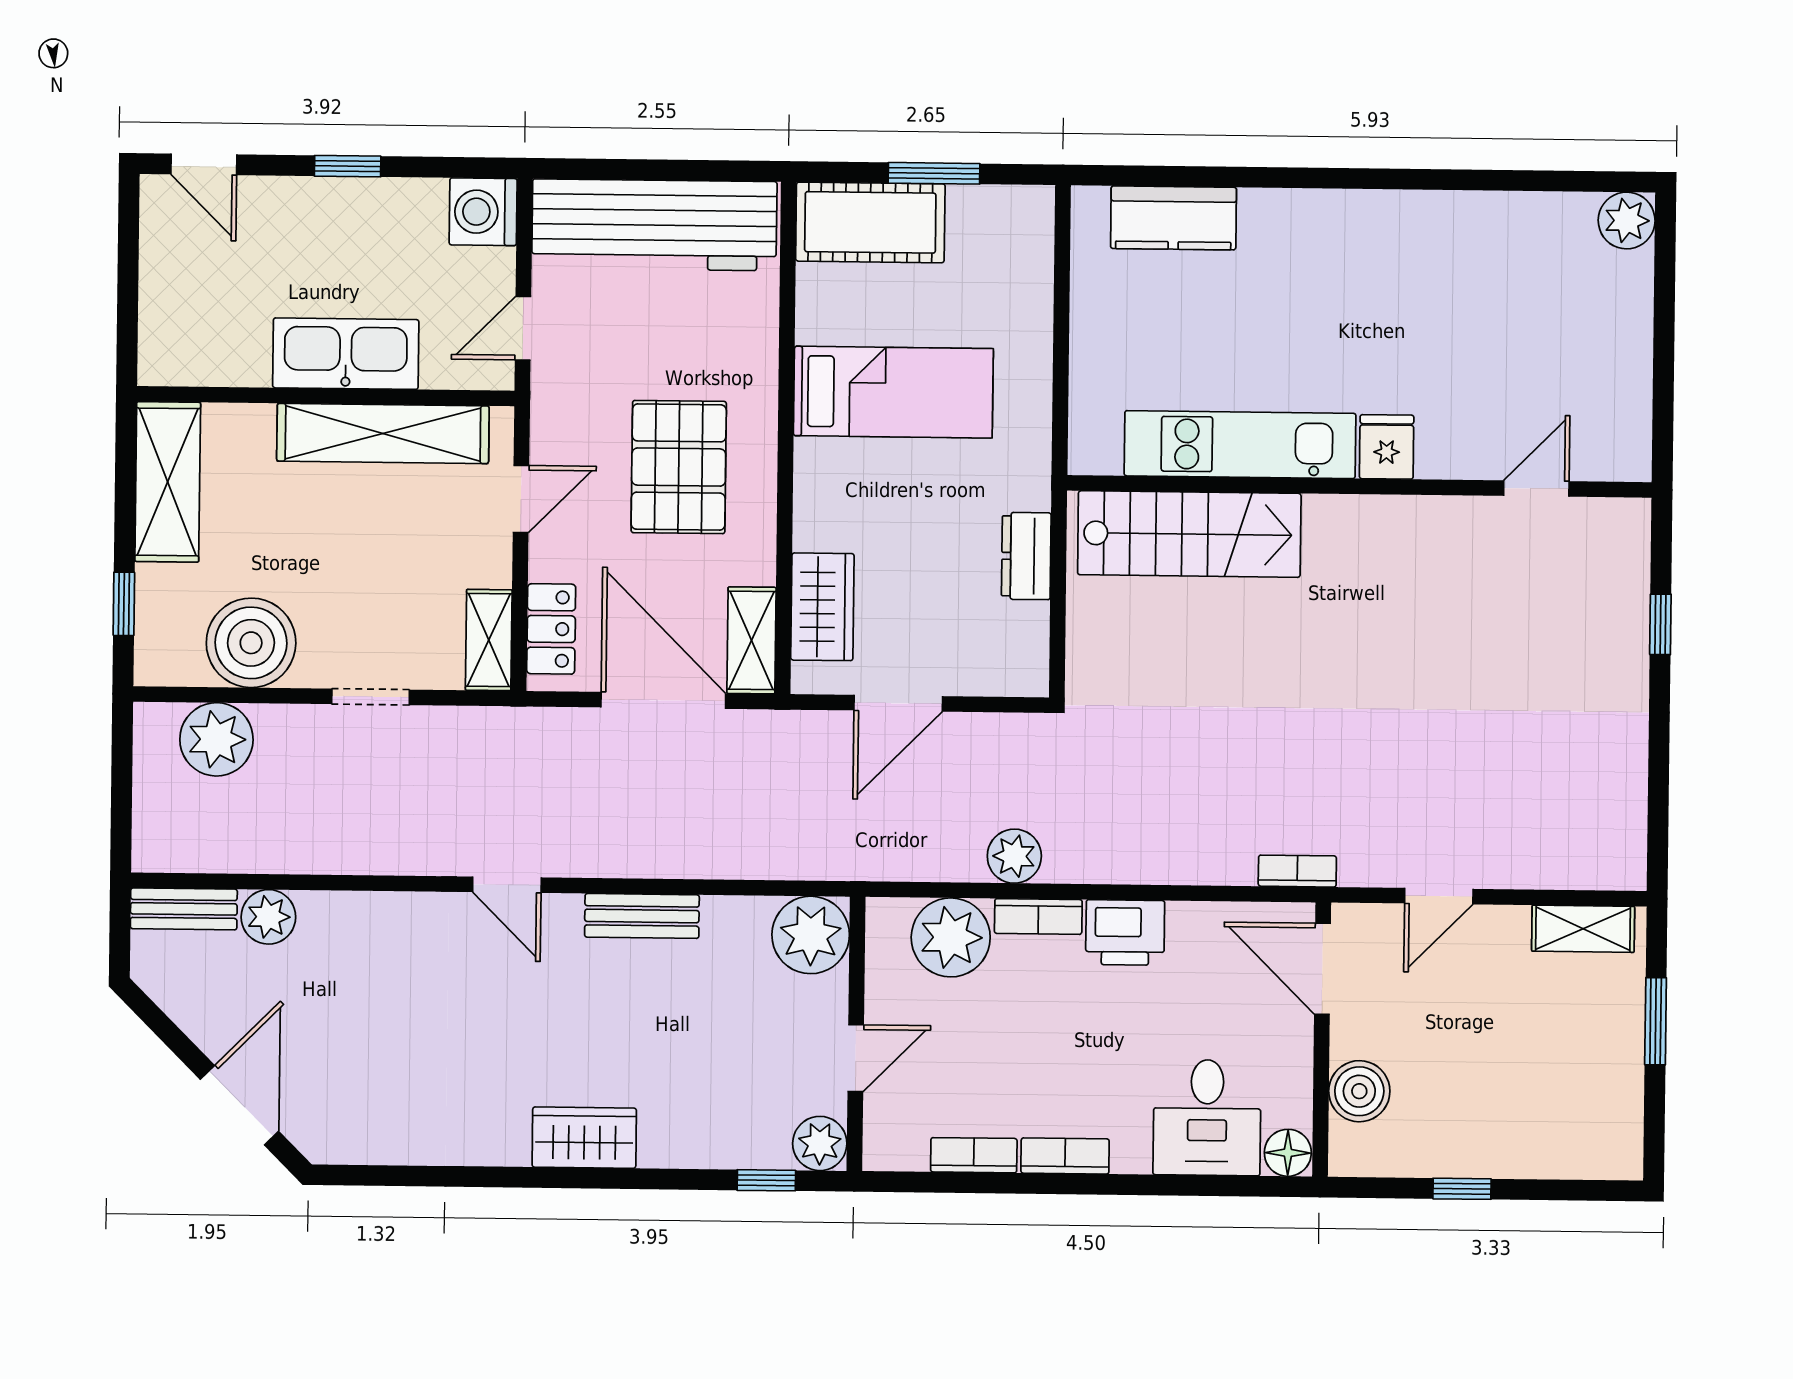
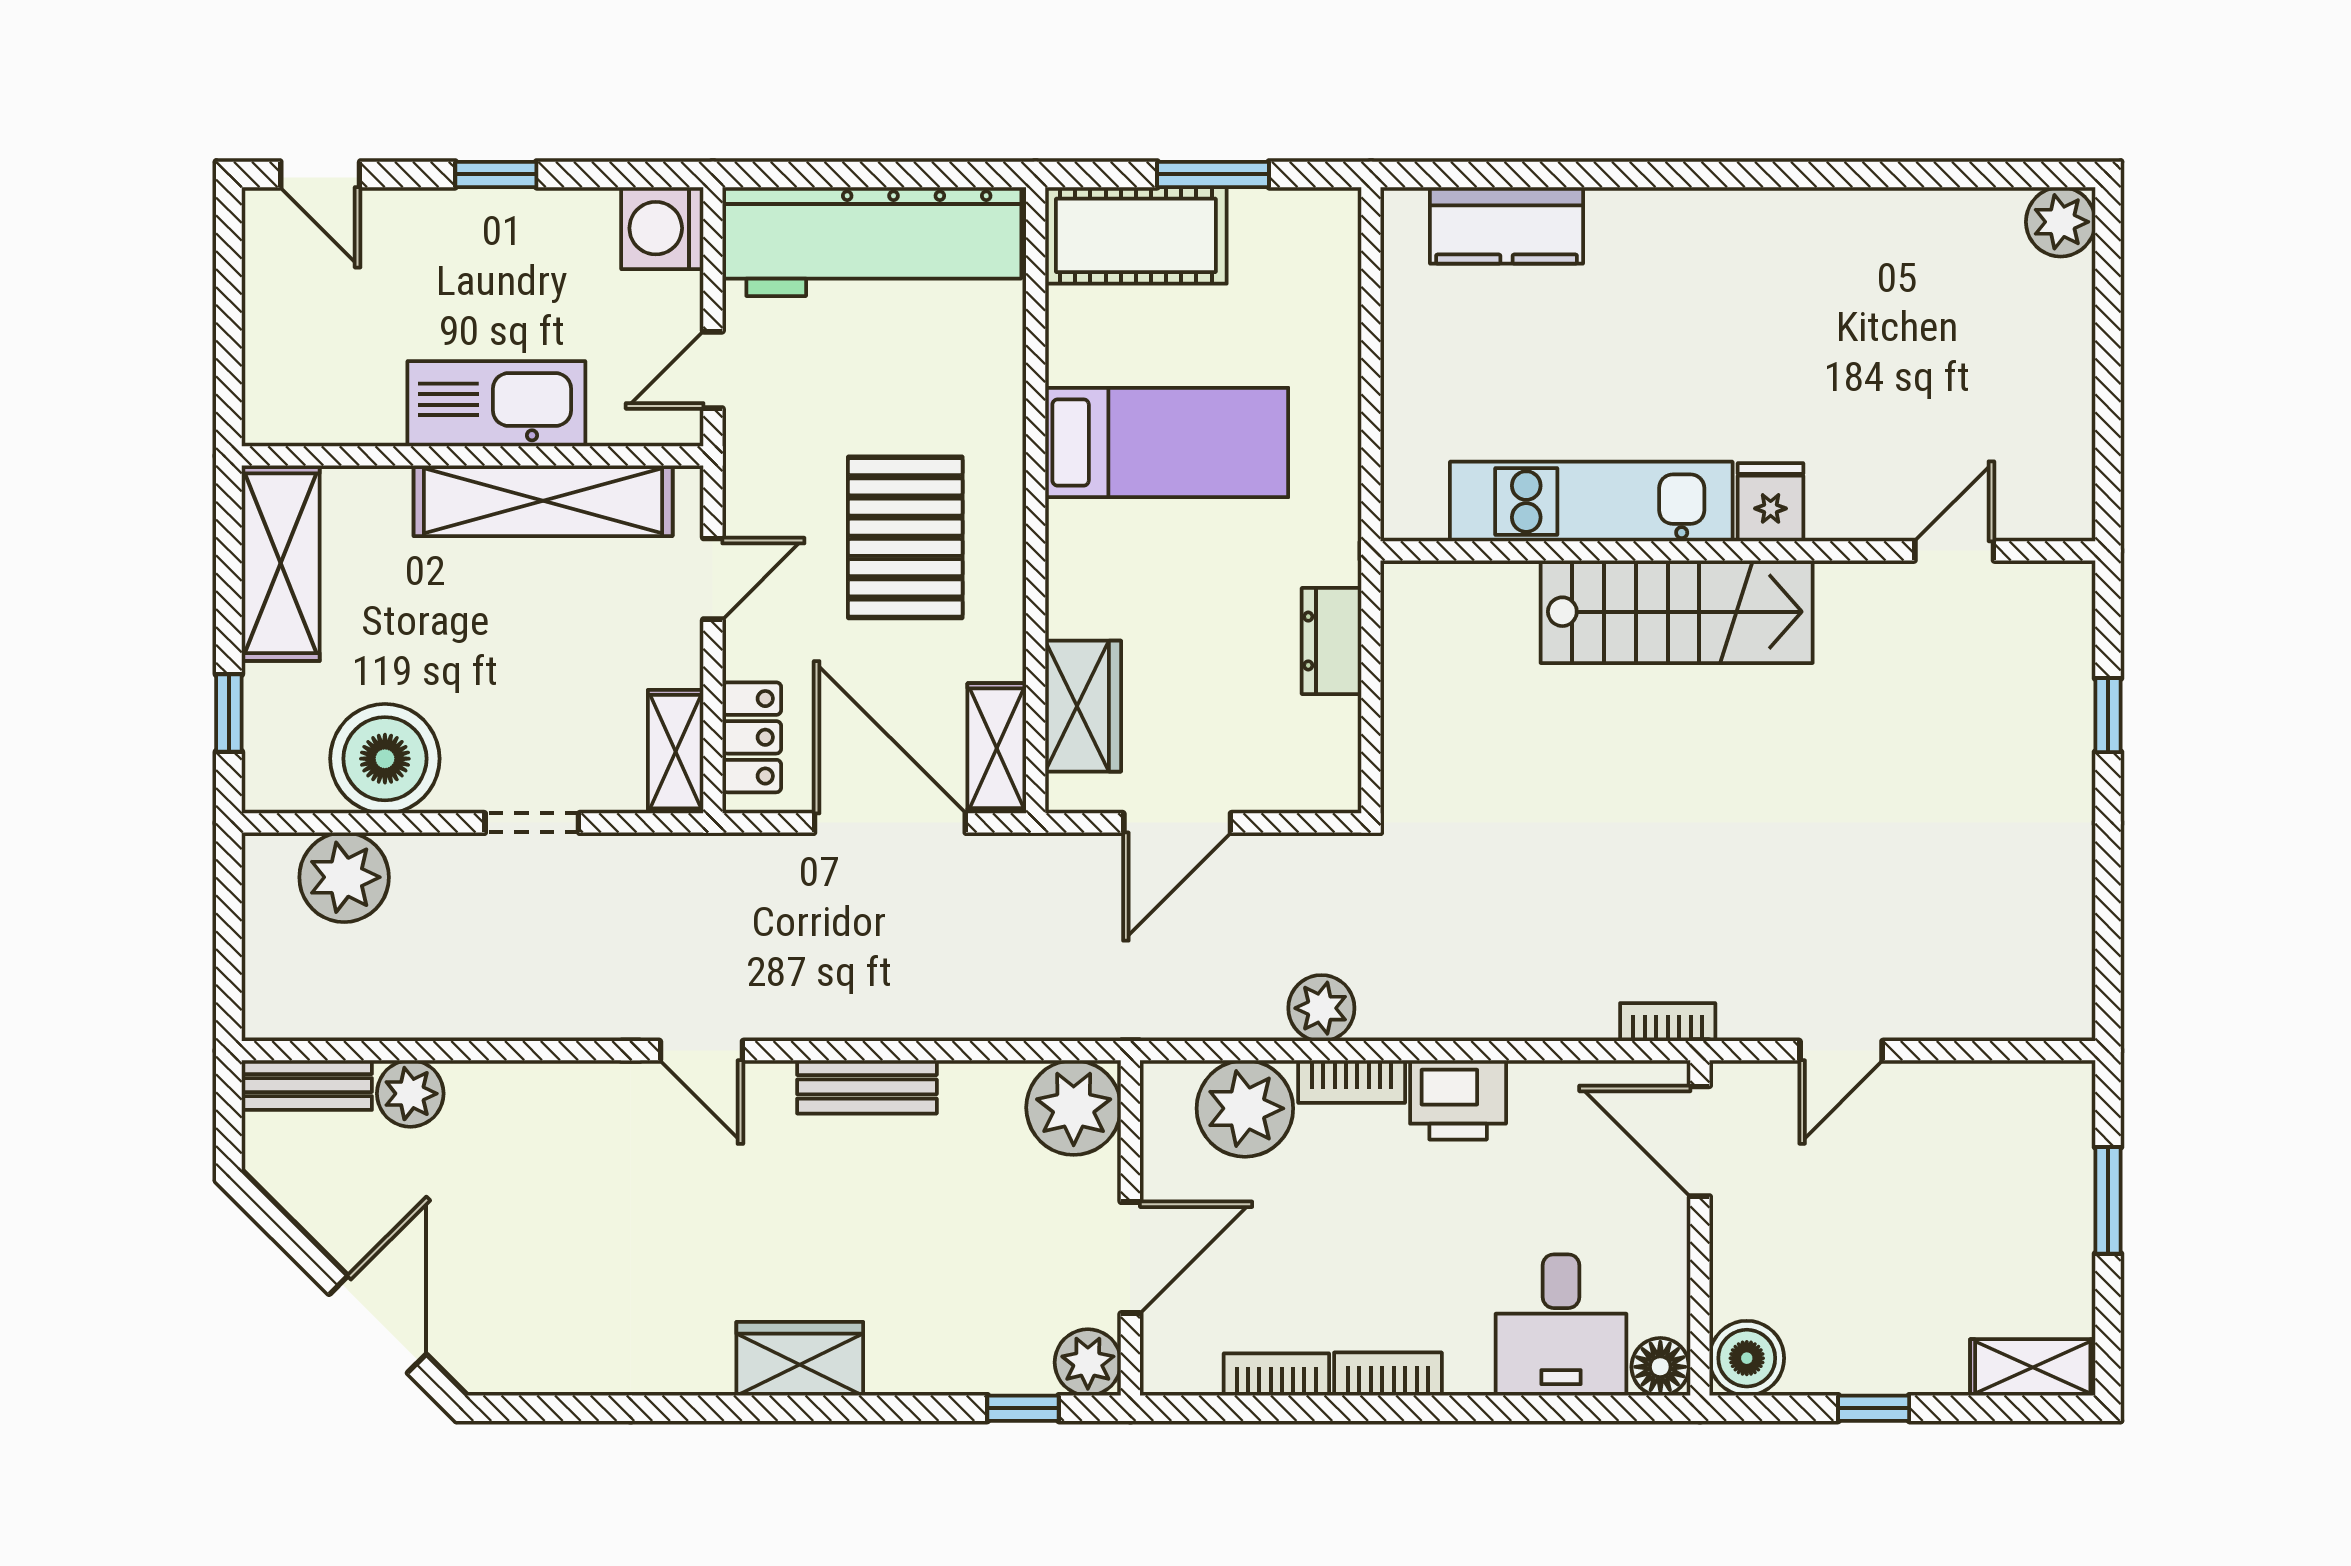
stairs: (1189, 534) -> (1677, 612), moved
shelving: (1583, 929) -> (2033, 1367), moved
door: (856, 1058) -> (1130, 1258), width x1.38
boiler: (1359, 1091) -> (1747, 1358), moved

